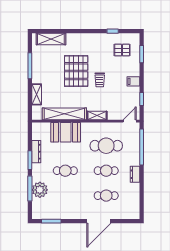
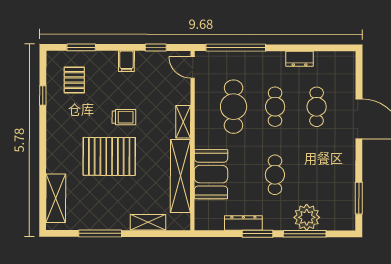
dresser: (135, 174) -> (300, 59), moved

